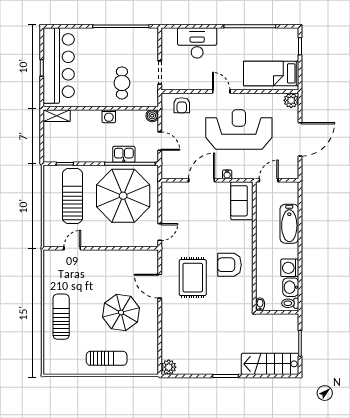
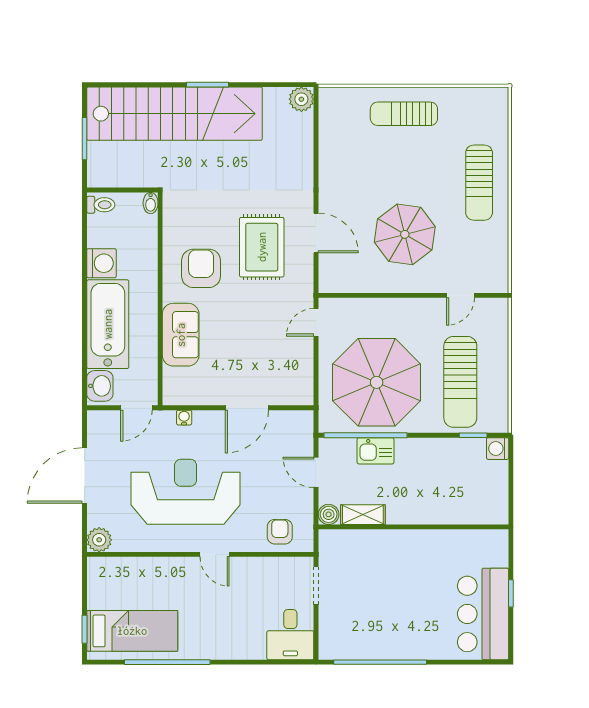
desk: (197, 43) -> (290, 635), moved, width x0.73
bar counter: (59, 66) -> (483, 614), width x0.73
bed: (271, 73) -> (132, 631), moved
cafe table: (122, 83) -> (379, 568), removed
shelving: (57, 116) -> (363, 515), moved
washing machine: (109, 116) -> (498, 449), moved, turned -90
reception desk: (239, 129) -> (186, 492), turned 180
water cooler: (227, 174) -> (184, 418), moved
sofa: (242, 201) -> (181, 335), moved
bathtub: (289, 224) -> (108, 324), width x1.36, depth x1.36
armchair: (229, 265) -> (201, 268), turned -90
washbasin: (291, 287) -> (100, 386), moved
parasol: (121, 312) -> (405, 234), moved
stairs: (270, 364) -> (175, 114), width x1.86, depth x1.51

